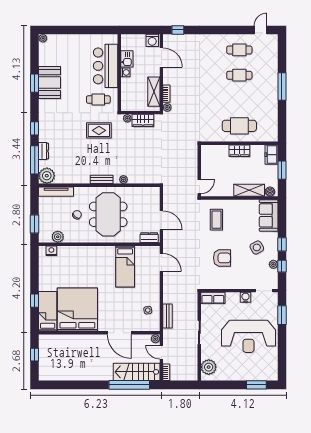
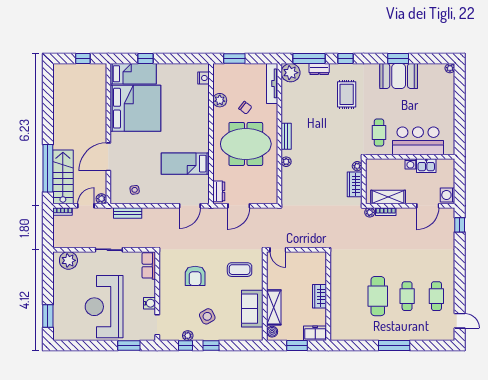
cafe table: (239, 126) -> (378, 296), moved
rug: (99, 130) -> (347, 94), moved
sofa: (269, 215) -> (252, 309), moved, turned -90
plant: (58, 237) -> (220, 100), moved

